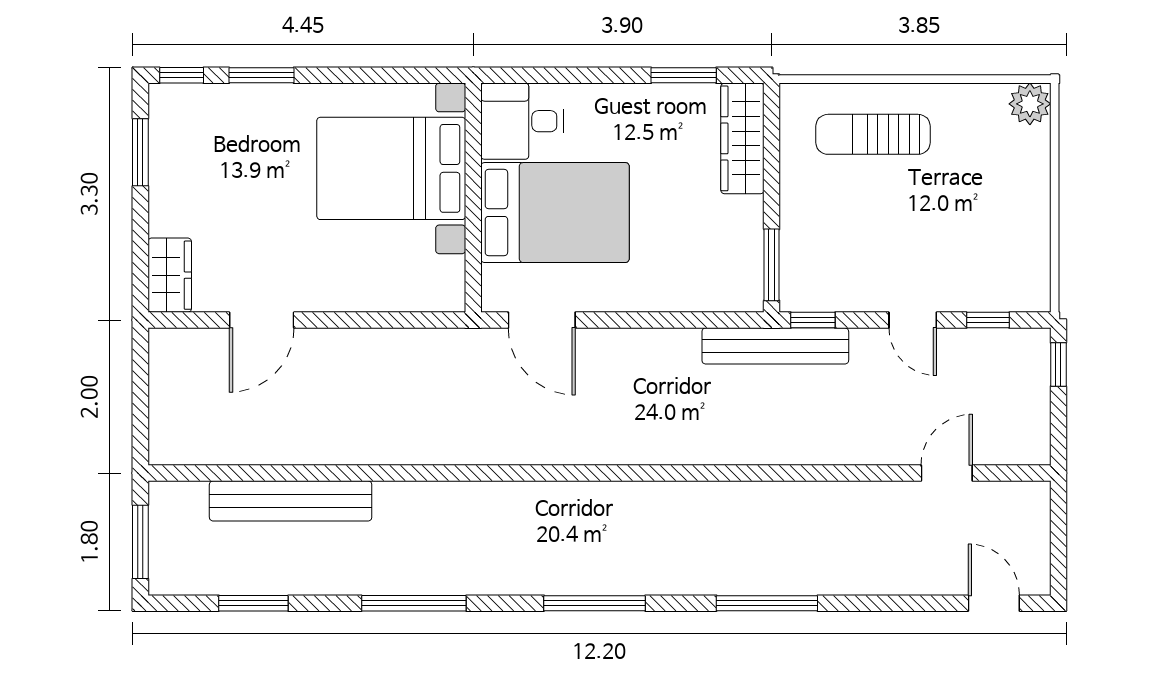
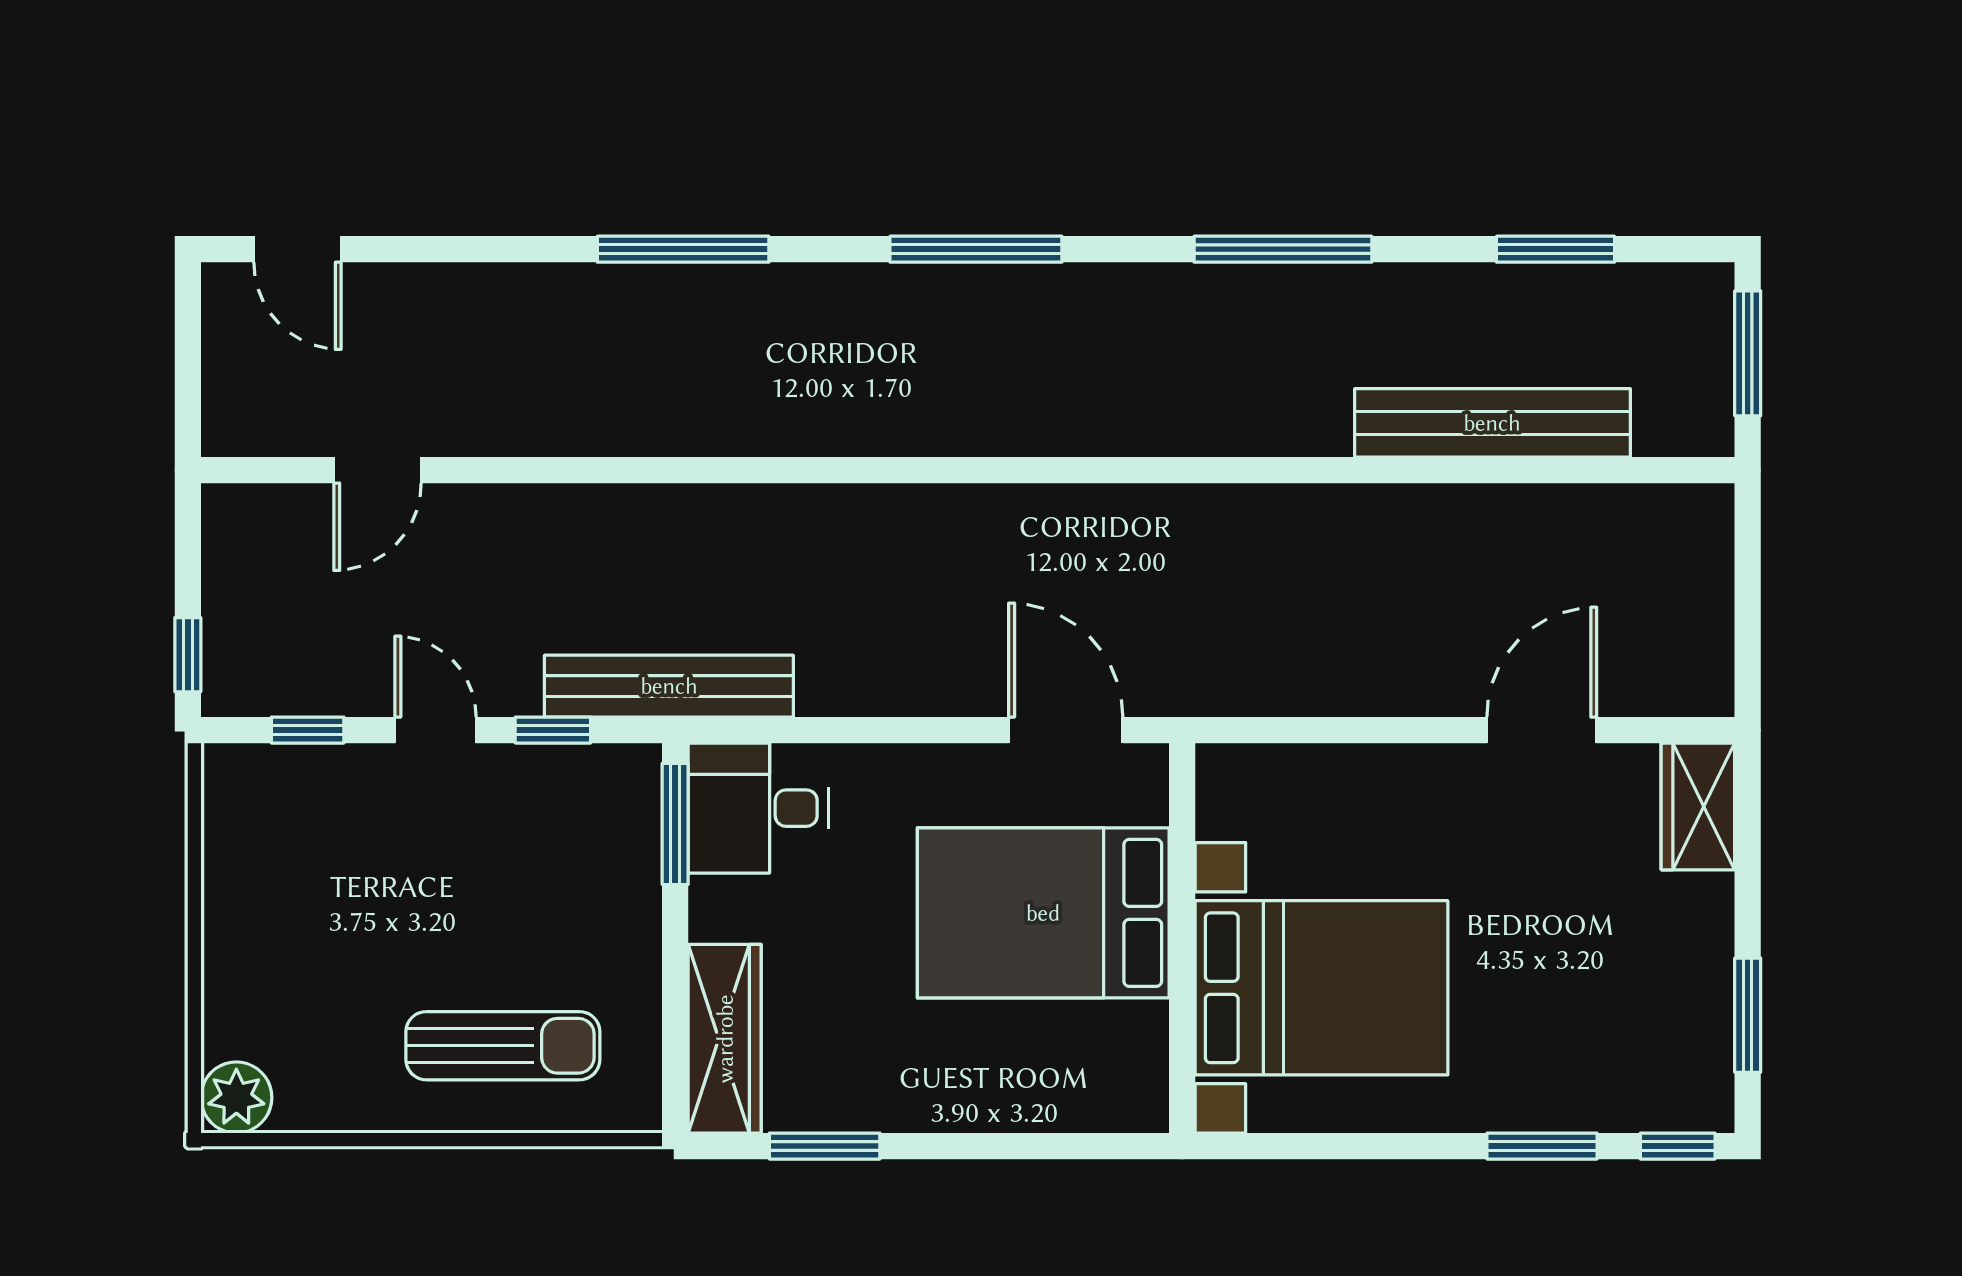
desk: (522, 121) -> (758, 808), moved, turned 180
window: (813, 320) -> (553, 730), moved

